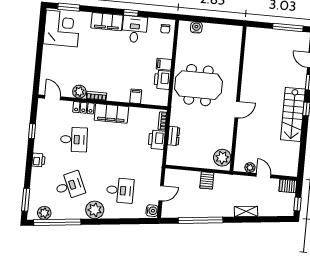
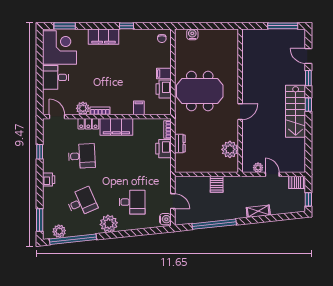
desk: (135, 29) -> (56, 77), moved, turned -90
plant: (222, 158) -> (230, 149), moved
door: (161, 193) -> (173, 201), hinge flipped

